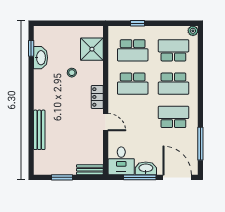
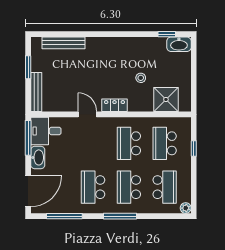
washbasin: (41, 58) -> (179, 44), moved
window: (200, 92) -> (120, 216), added
school desk: (173, 117) -> (93, 187), turned 180
door: (106, 122) -> (87, 114), swing flipped
bench: (39, 130) -> (63, 43), moved
bench: (90, 170) -> (36, 92), width x1.36
window: (140, 177) -> (28, 138), moved

